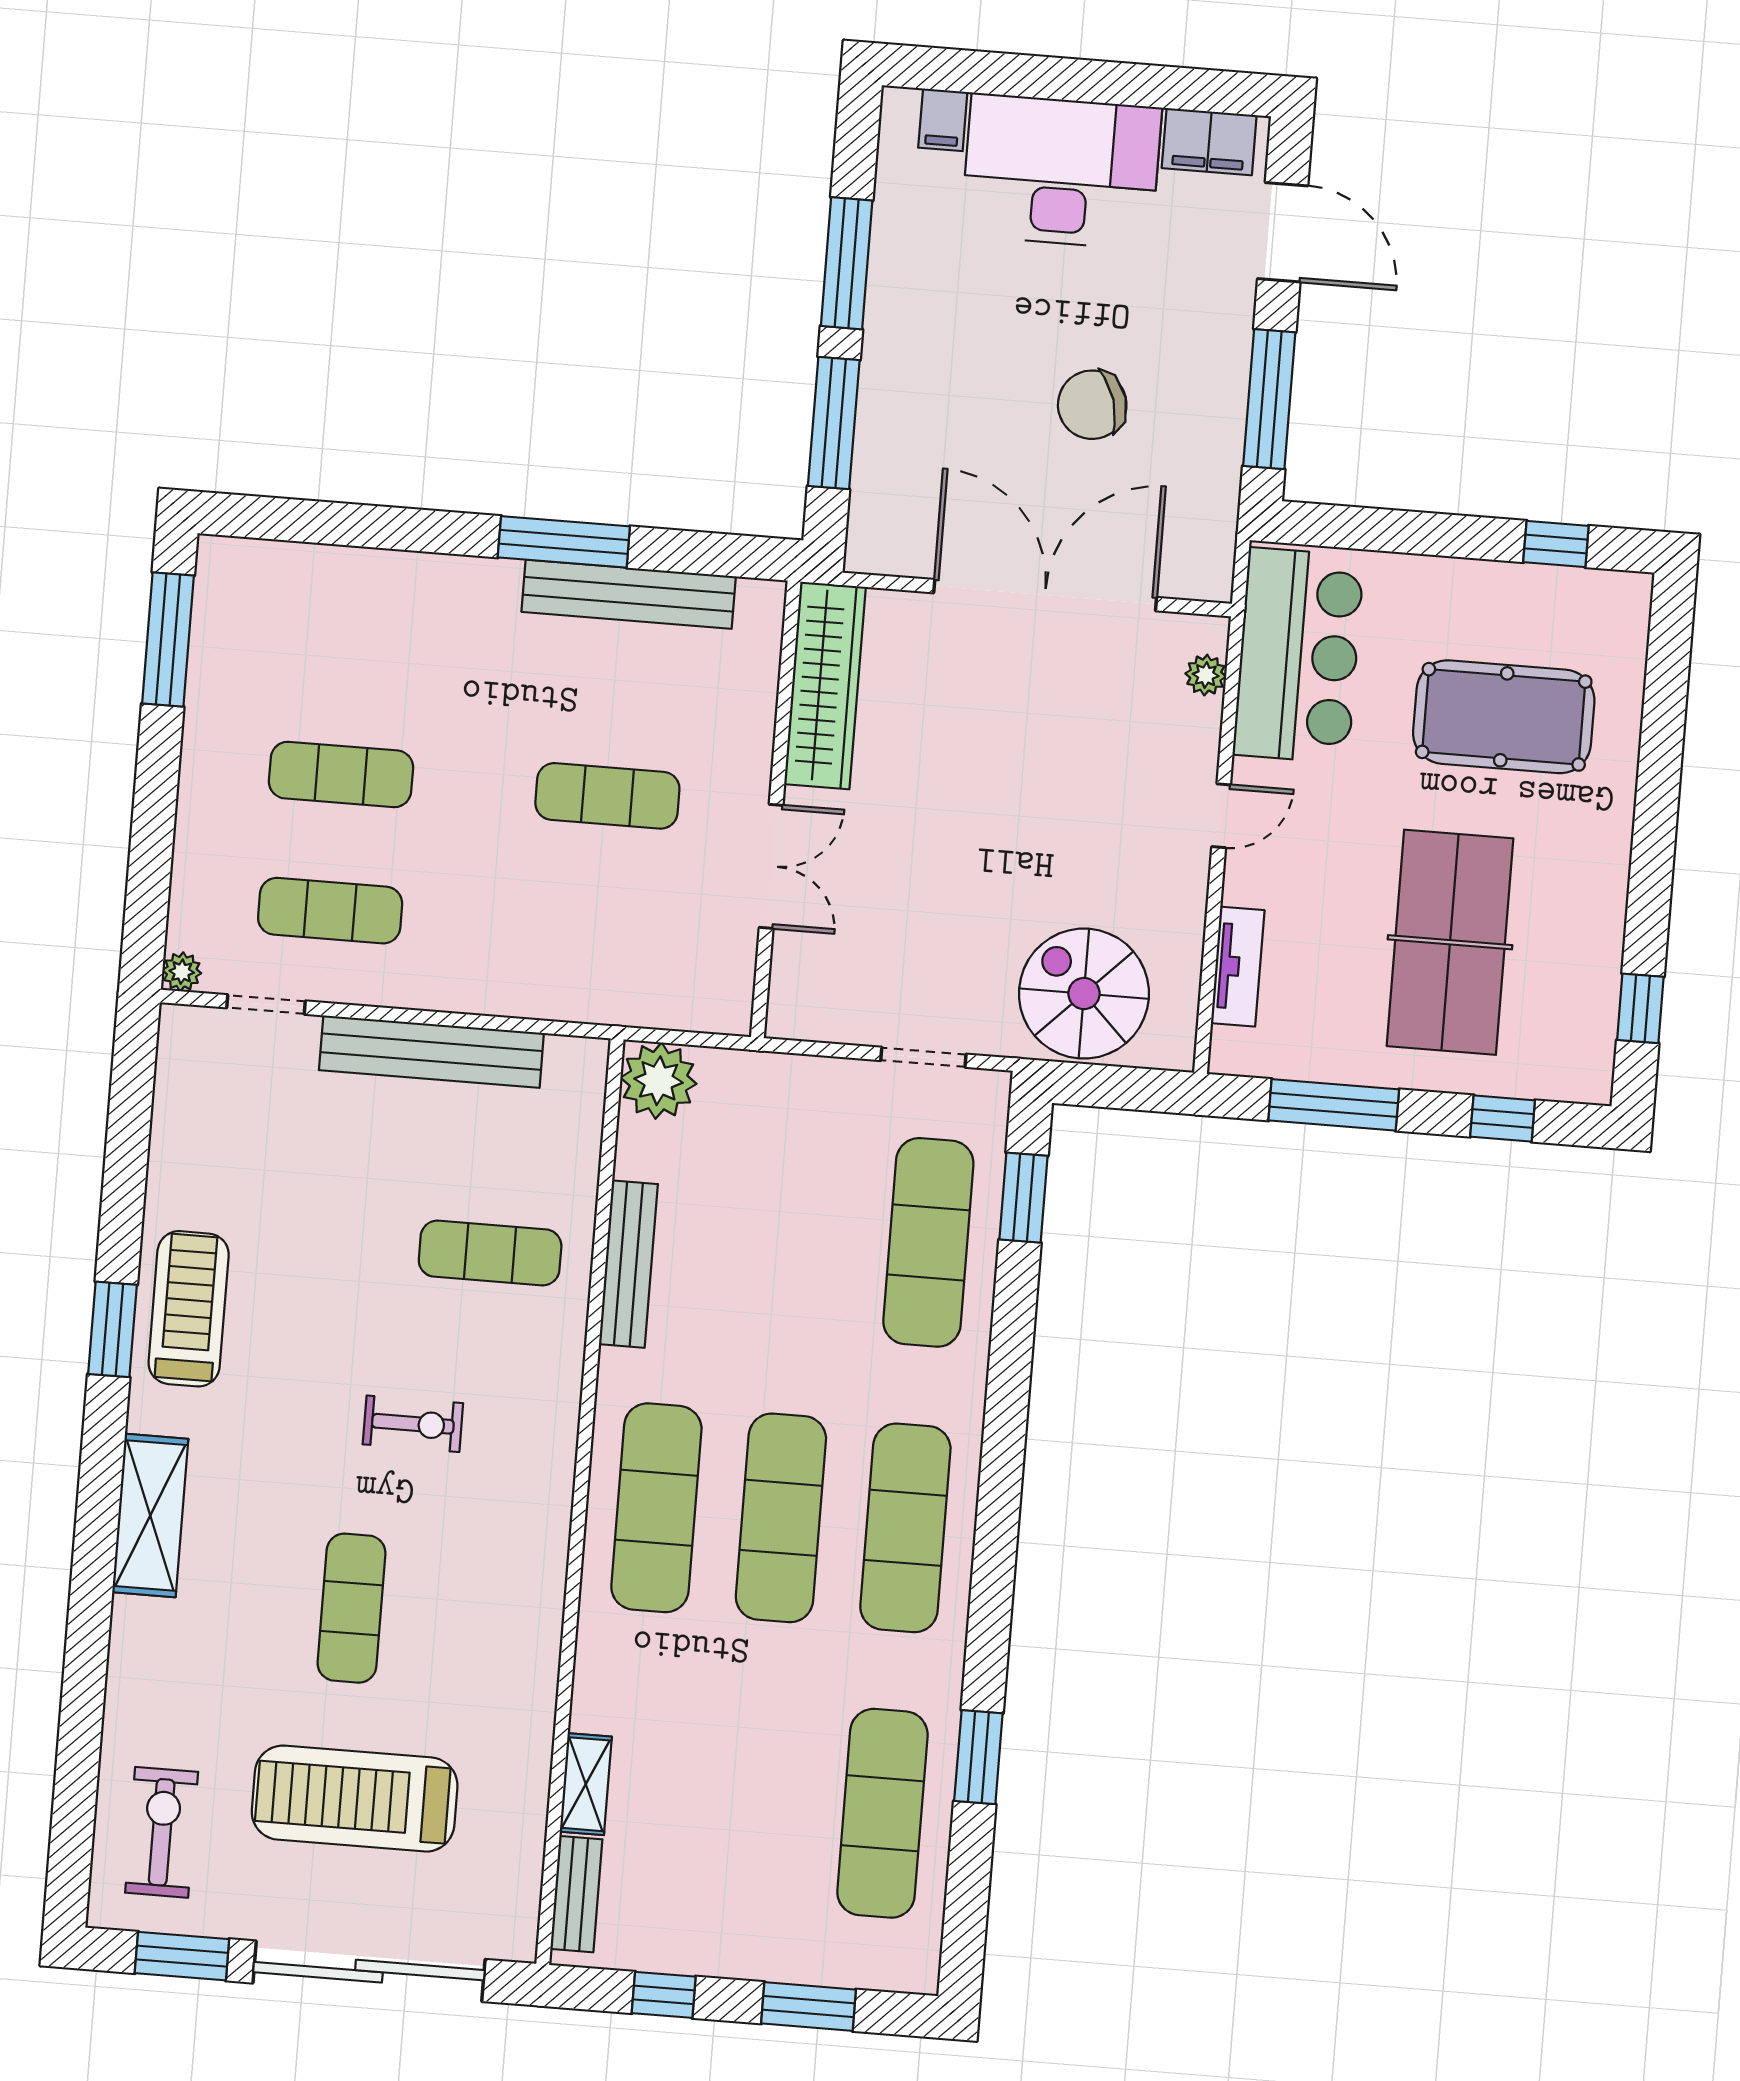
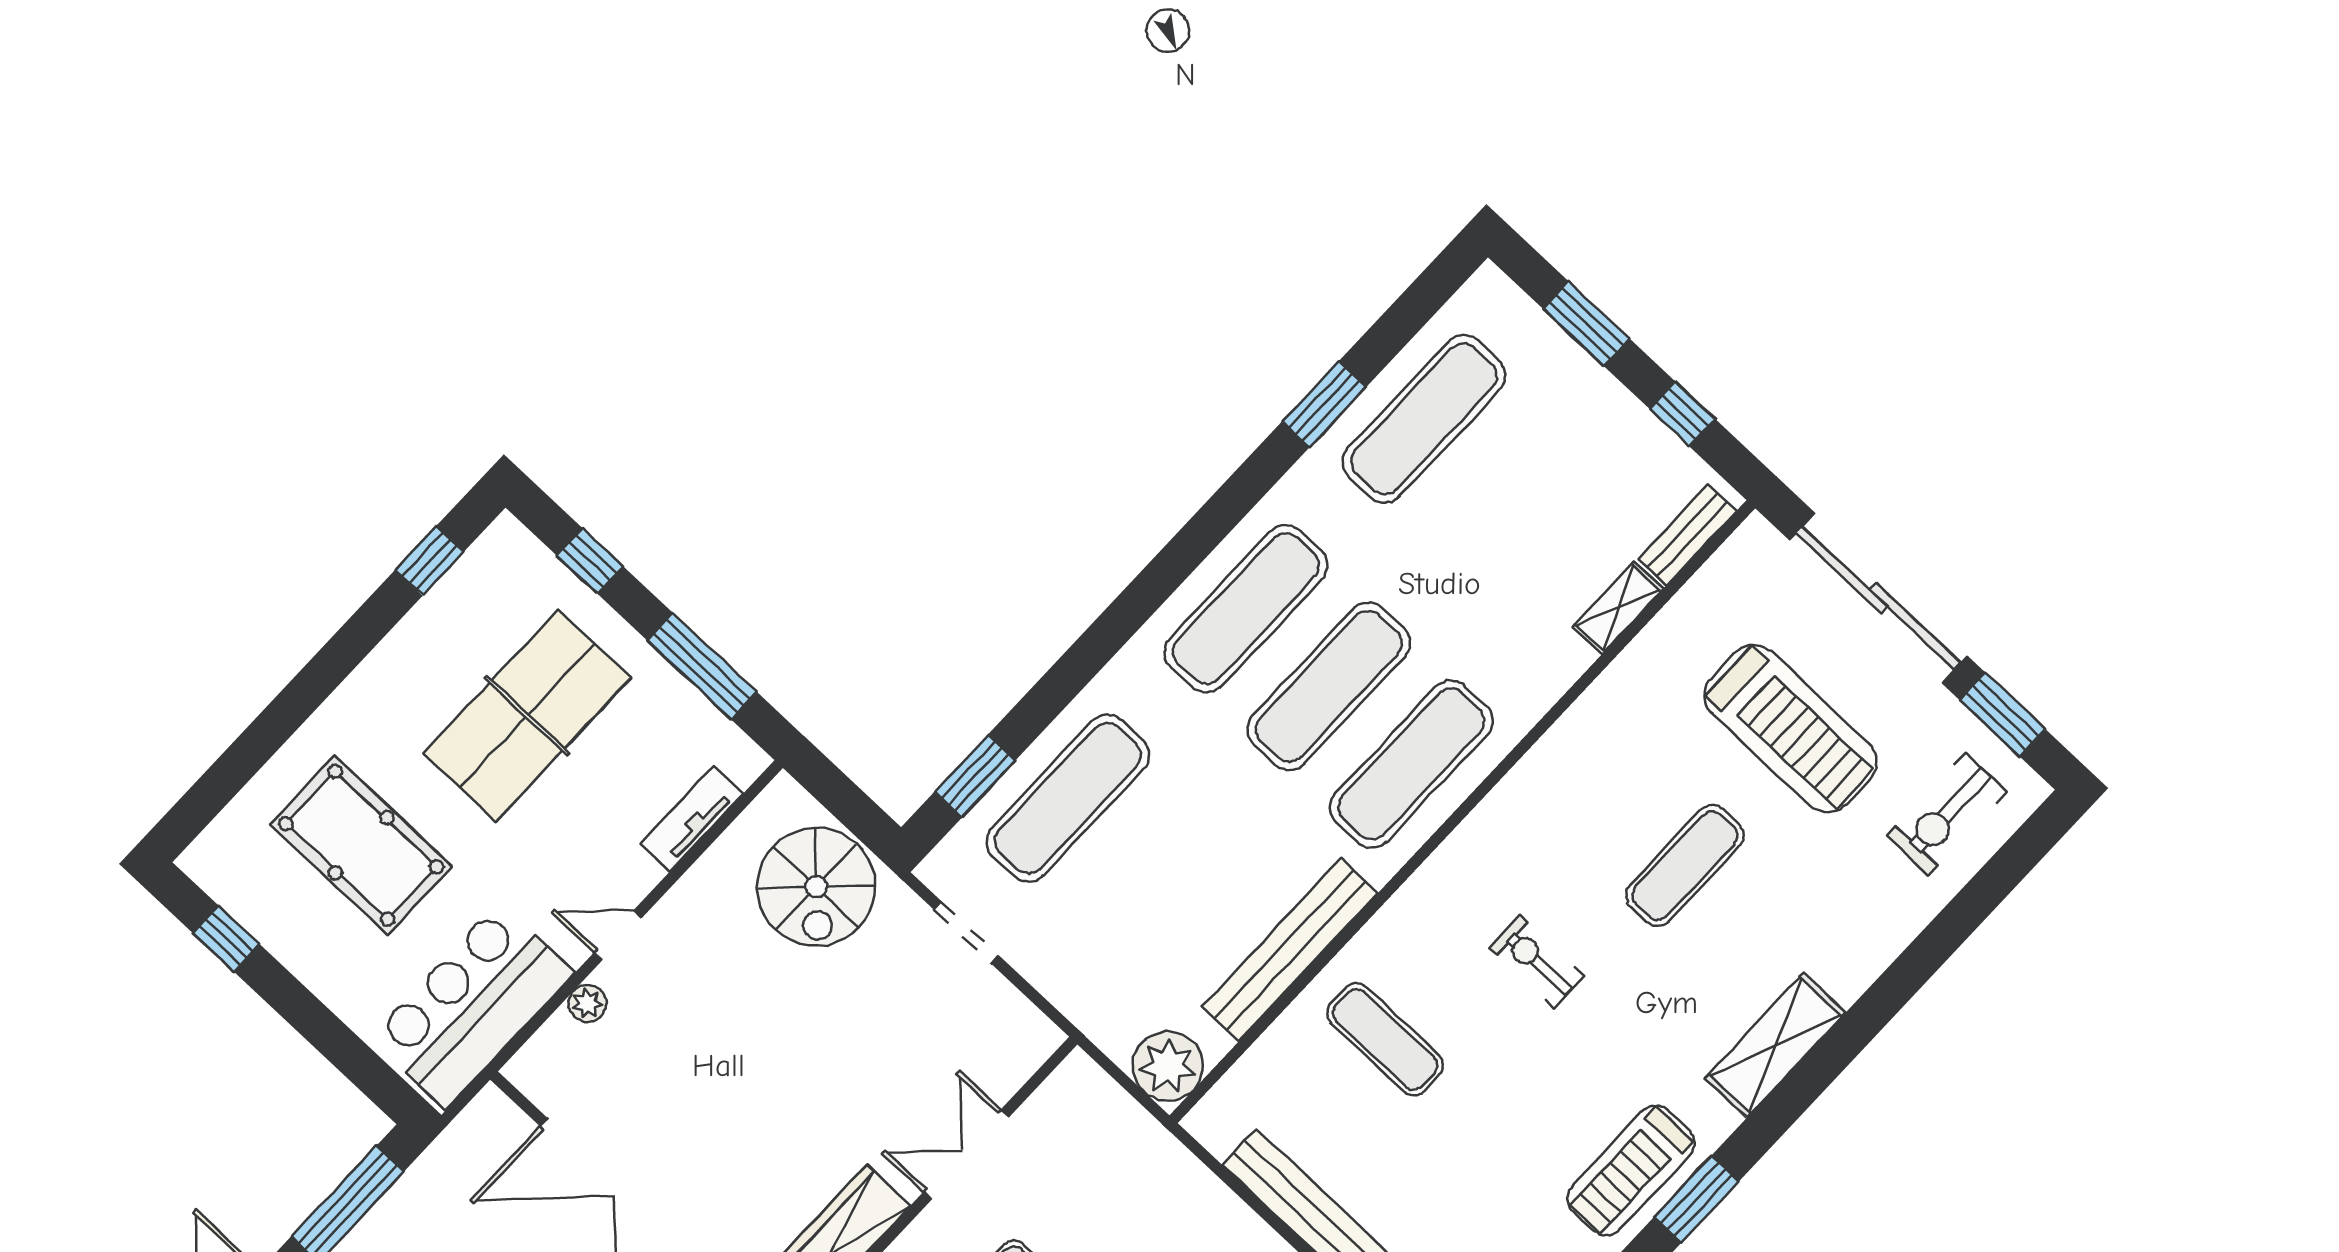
plant: (1206, 675) -> (587, 1003), moved
bench: (628, 1264) -> (1290, 950), width x1.37, depth x1.21

